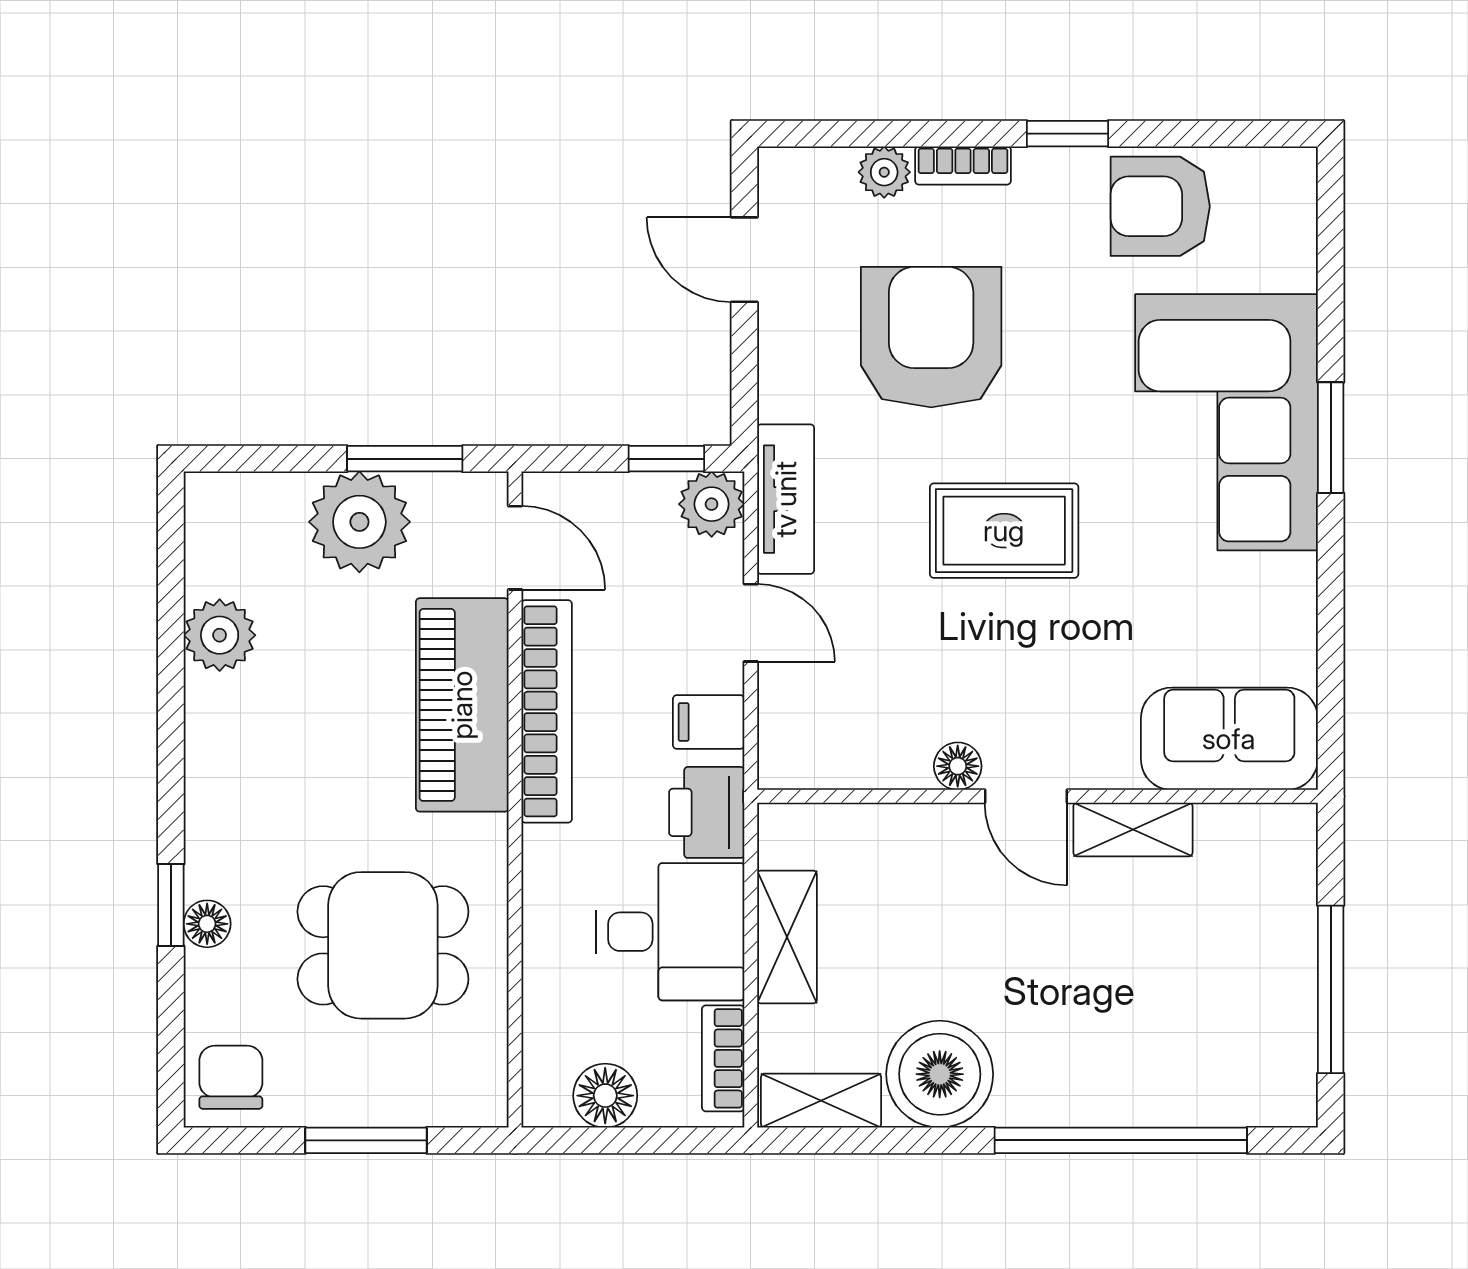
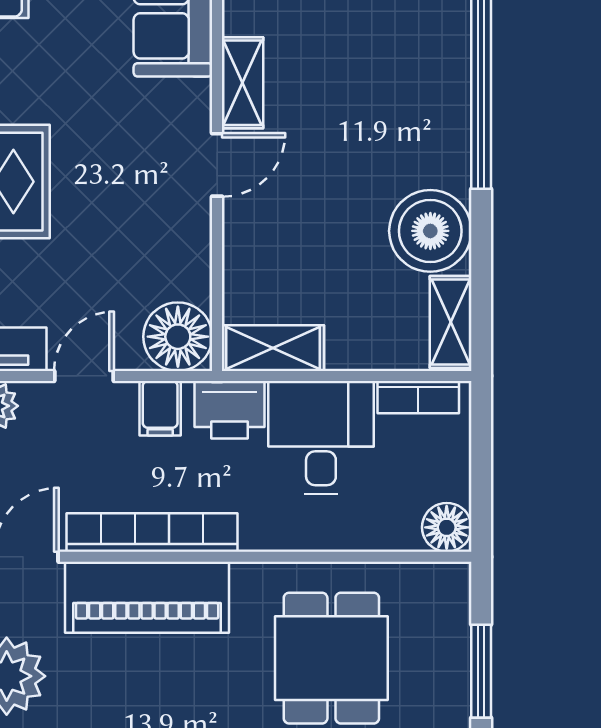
floor lamp: (958, 766) -> (178, 337), moved, width x1.89, depth x1.89
shelving: (787, 937) -> (273, 348), moved
floor lamp: (605, 1096) -> (447, 527), moved

